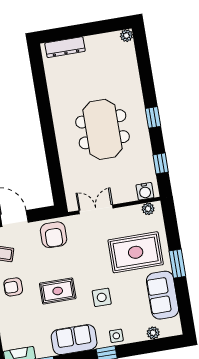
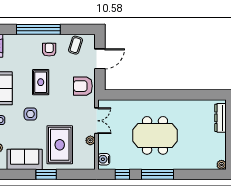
window: (153, 117) -> (158, 174), width x2.17
plant: (148, 209) -> (90, 140), moved

